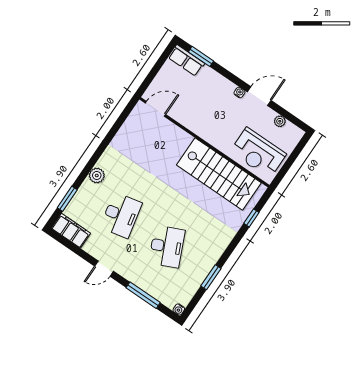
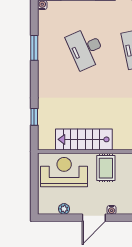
rug: (220, 132) -> (106, 168), added
stairs: (219, 174) -> (84, 139), width x0.73, depth x0.66

